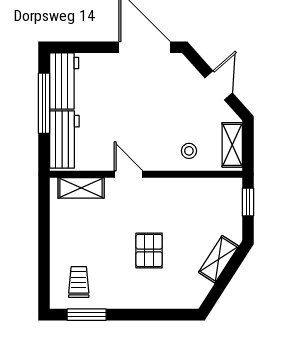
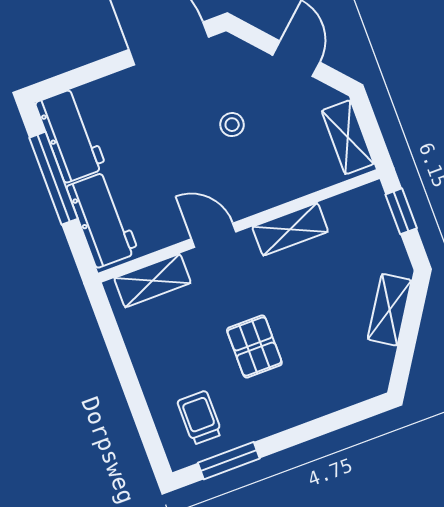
stool: (189, 151) -> (232, 125), moved
shelving: (176, 188) -> (290, 229), added
pallet: (149, 250) -> (254, 347), moved

